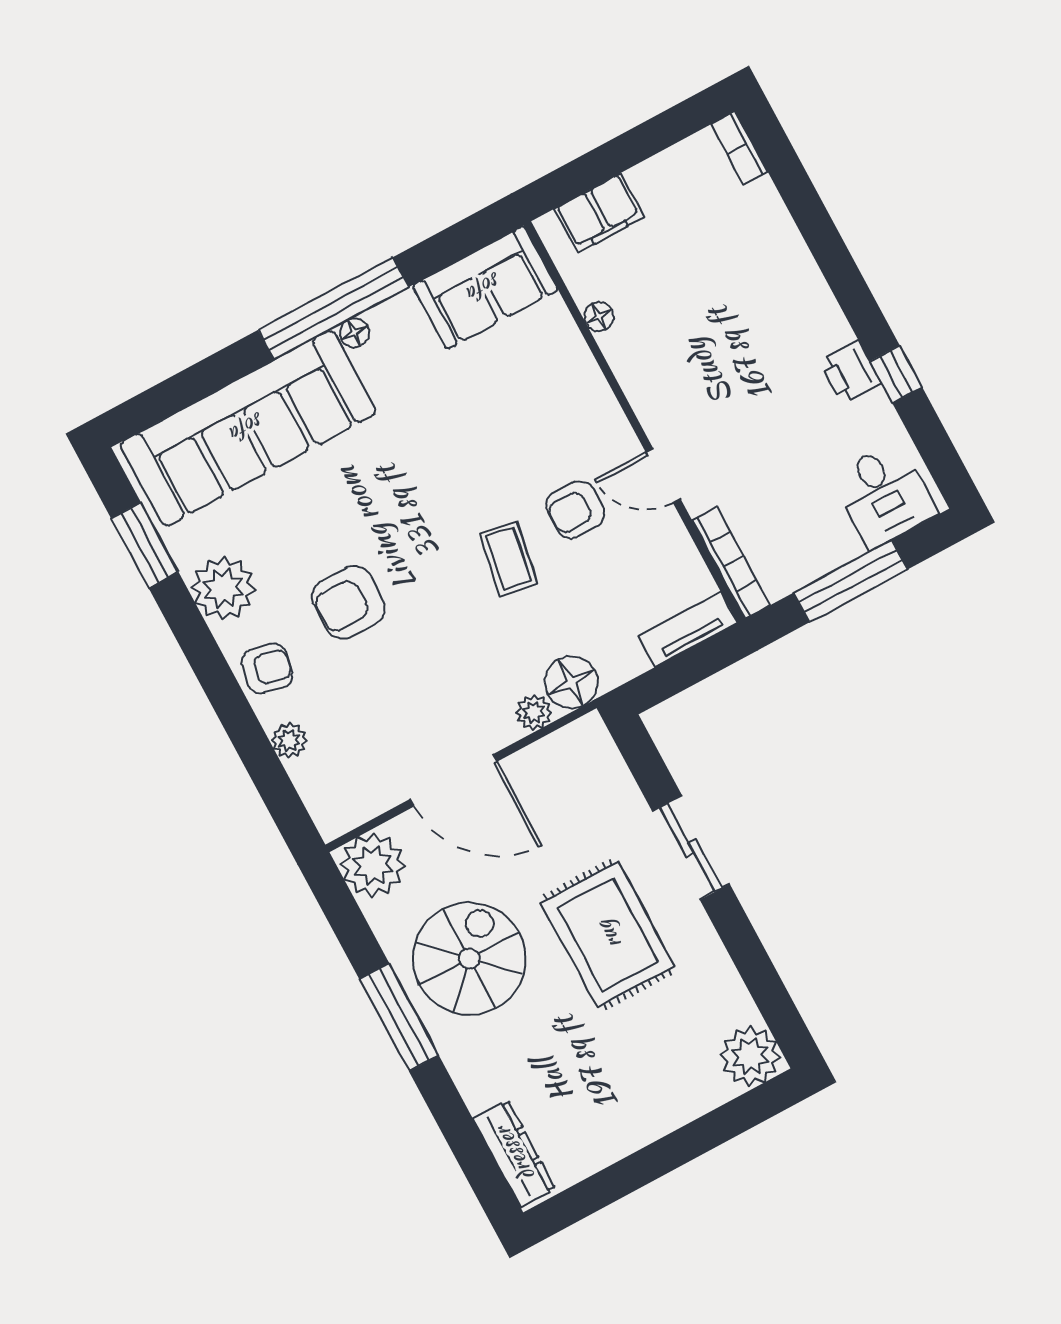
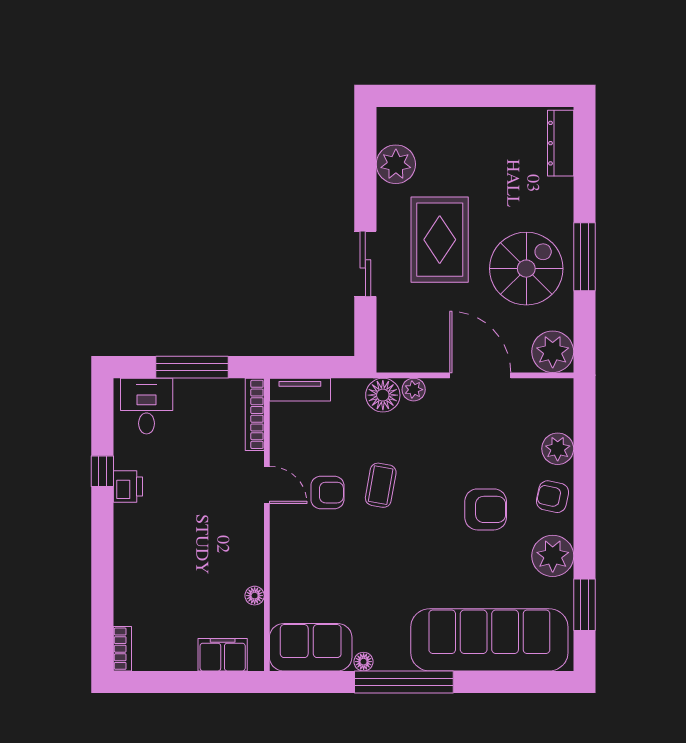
floor lamp: (355, 333) -> (364, 662), moved
plant: (289, 740) -> (558, 449), width x1.38, depth x1.38
spiral stairs: (469, 959) -> (526, 269), turned 180
plant: (750, 1056) -> (396, 164), moved

